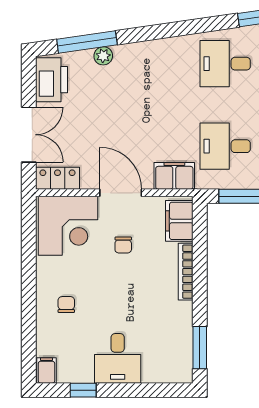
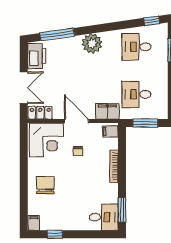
plant: (103, 56) -> (92, 43), moved, width x1.87, depth x1.87
filing cabinet: (179, 221) -> (110, 131), width x0.50
chair: (66, 305) -> (45, 185), width x1.87, depth x1.87
desk: (118, 358) -> (104, 217), moved, turned -90

